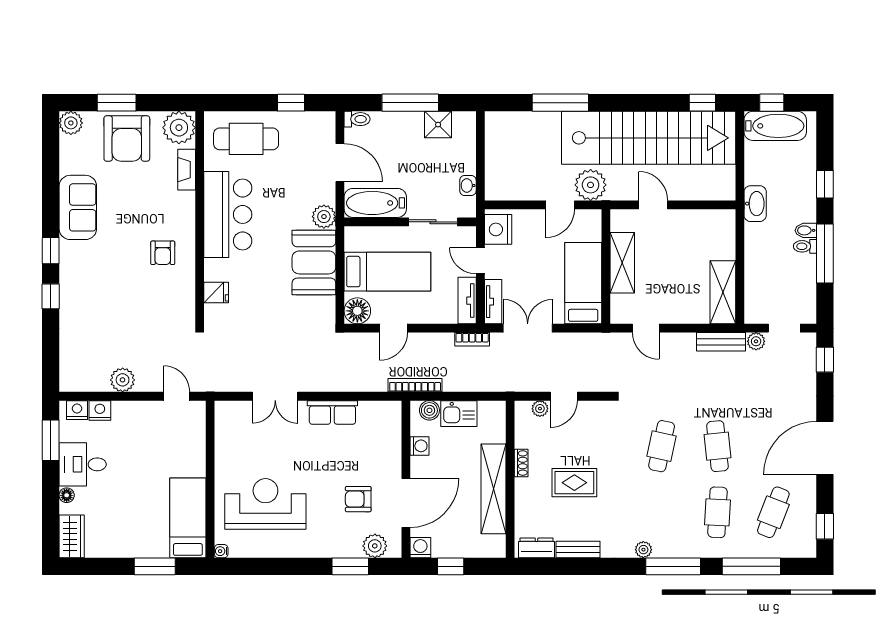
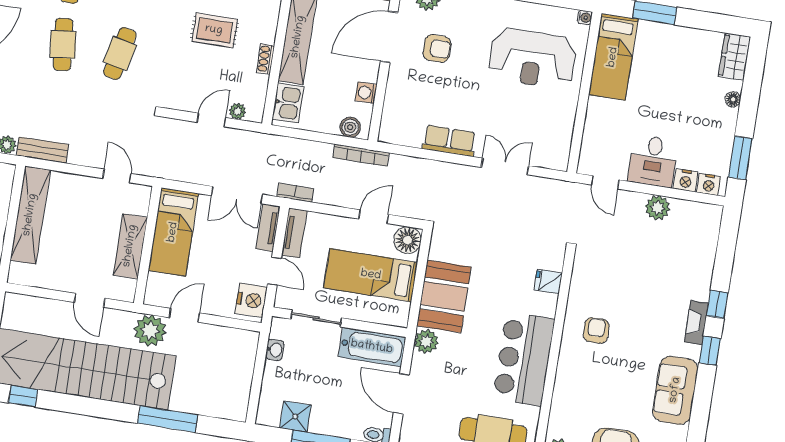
fireplace: (187, 170) -> (696, 323), moved, turned 180
shelving: (723, 292) -> (30, 215), width x1.47
kitchen sink: (459, 414) -> (288, 103), moved, turned 90
desk: (83, 464) -> (653, 161), moved, turned 90

